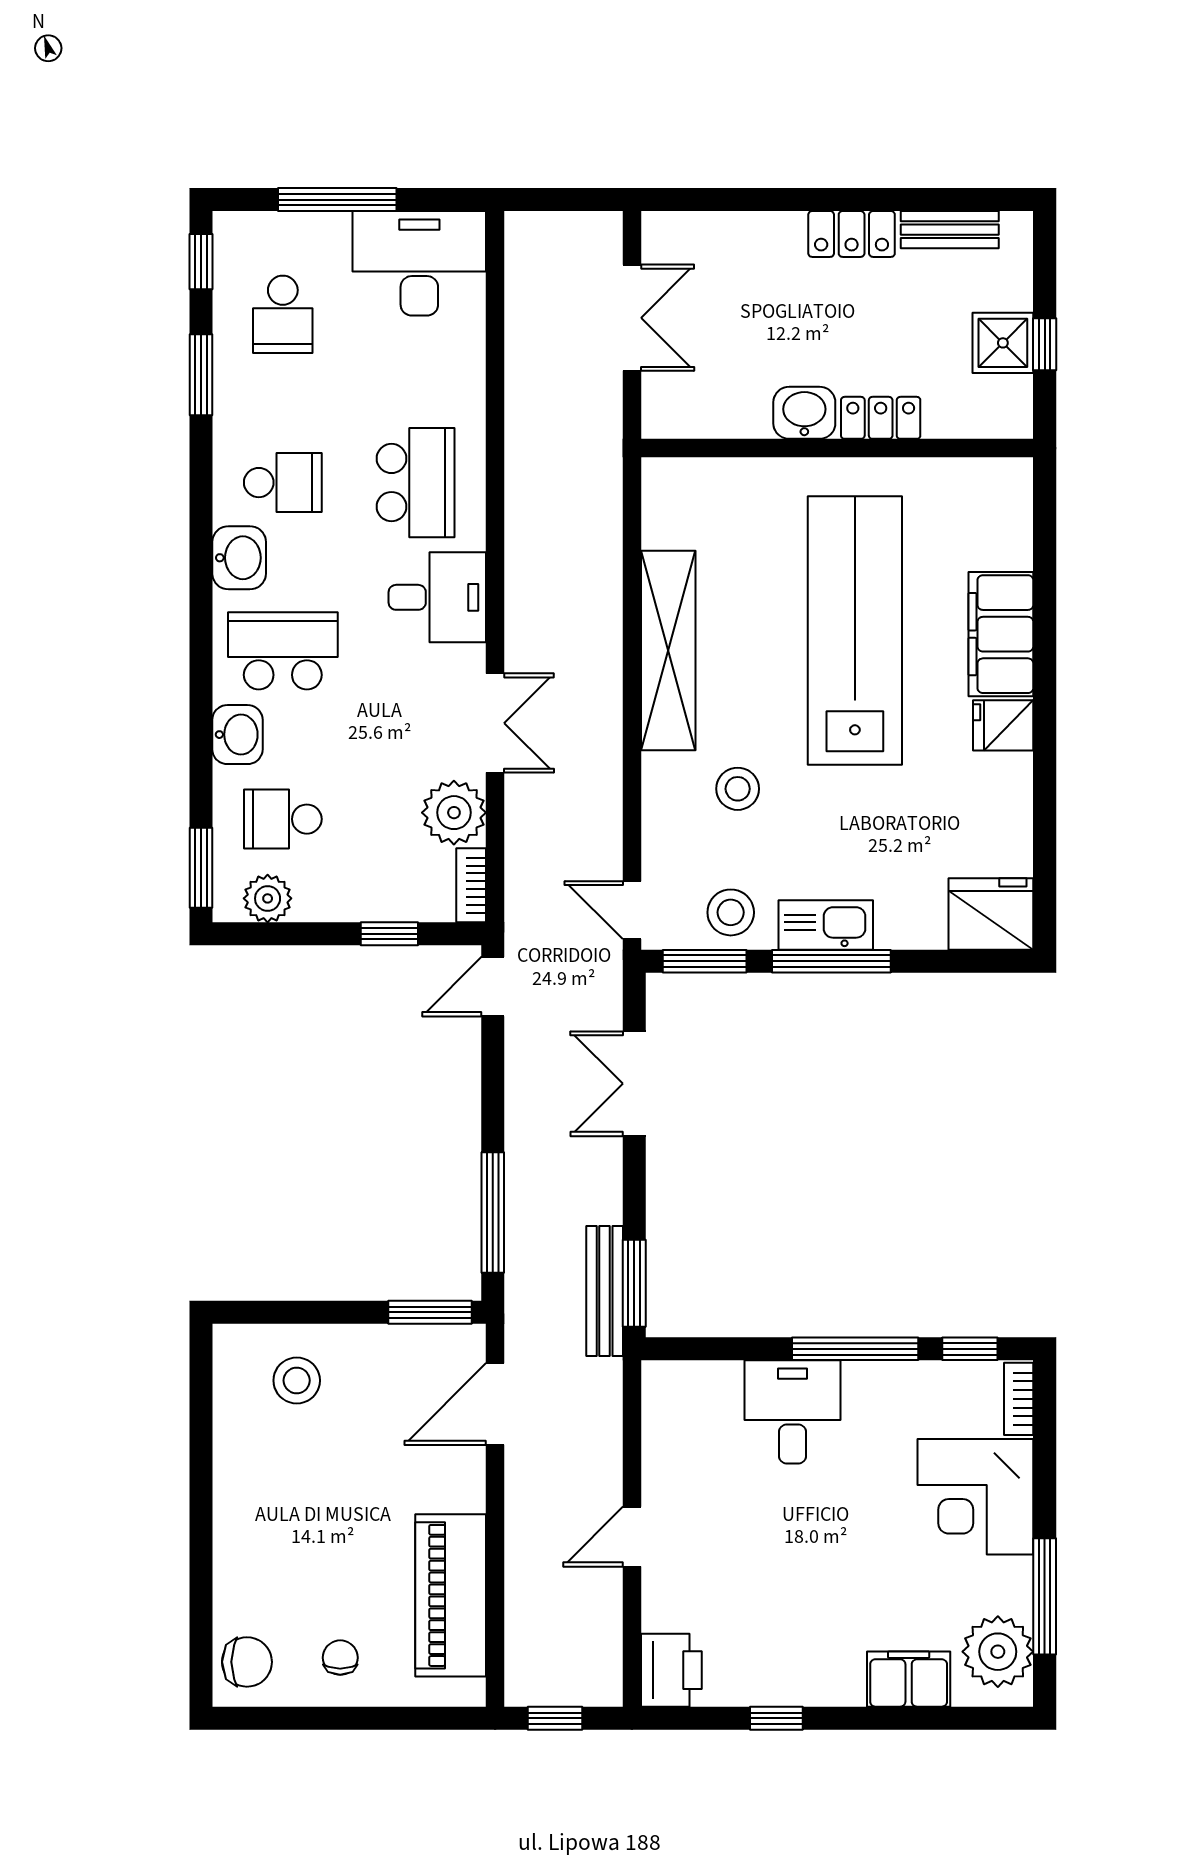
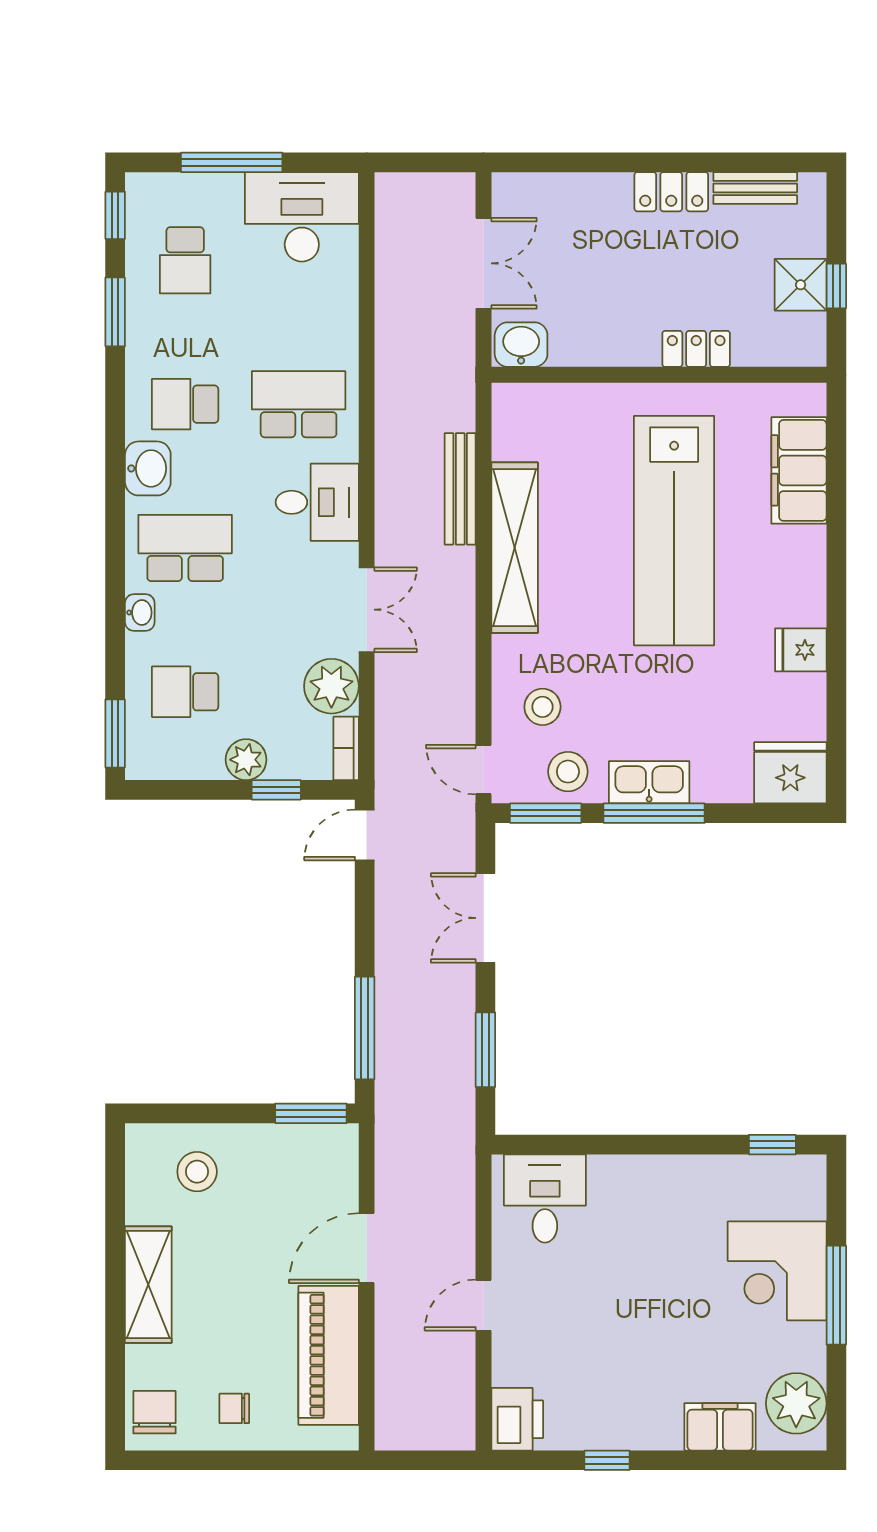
washbasin: (804, 413) -> (521, 345), moved
school desk: (283, 483) -> (185, 404), turned 180
school desk: (416, 483) -> (299, 404), turned -90
lab bench: (855, 631) -> (674, 531), turned 180
filing cabinet: (1001, 634) -> (799, 470), moved
fridge: (1003, 725) -> (801, 650), moved
washbasin: (237, 735) -> (140, 613), width x0.72, depth x0.69
stool: (738, 789) -> (542, 707), moved
plant: (268, 898) -> (246, 760), moved
window: (634, 1283) -> (485, 1050), moved
bench: (605, 1291) -> (460, 489), moved
window: (855, 1349) -> (674, 1145), removed
bookcase: (1019, 1399) -> (814, 1187), removed
door: (495, 1404) -> (367, 1248), moved
desk: (793, 1412) -> (545, 1198), moved
shelving: (240, 1513) -> (148, 1285), added
window: (1045, 1596) -> (836, 1295), moved
chair: (340, 1658) -> (234, 1408), turned -90
chair: (247, 1662) -> (155, 1412), turned -90
window: (555, 1718) -> (418, 1460), removed

